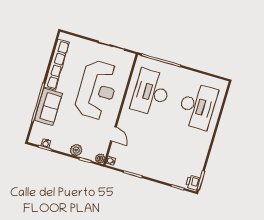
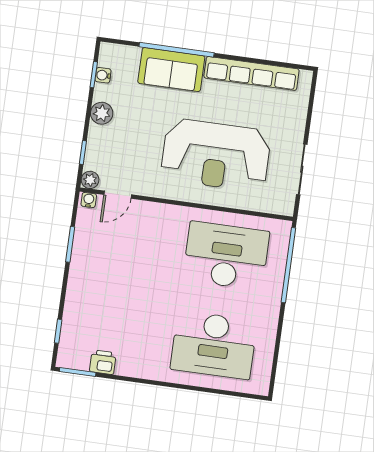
door: (113, 134) -> (118, 195), moved
plant: (76, 150) -> (102, 113), moved
printer: (193, 183) -> (103, 362), moved

